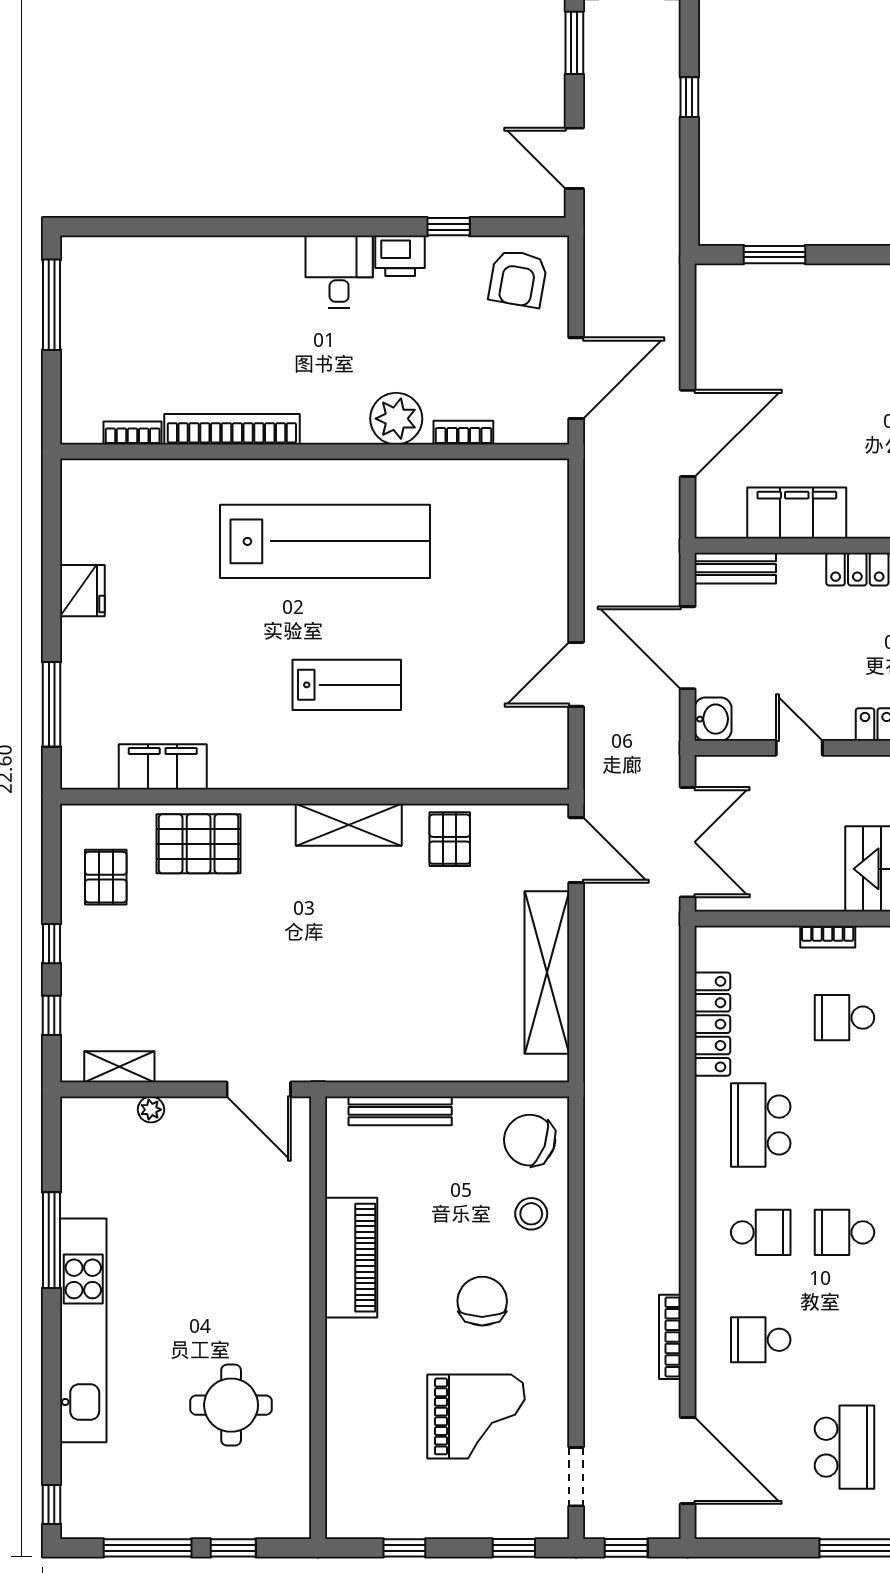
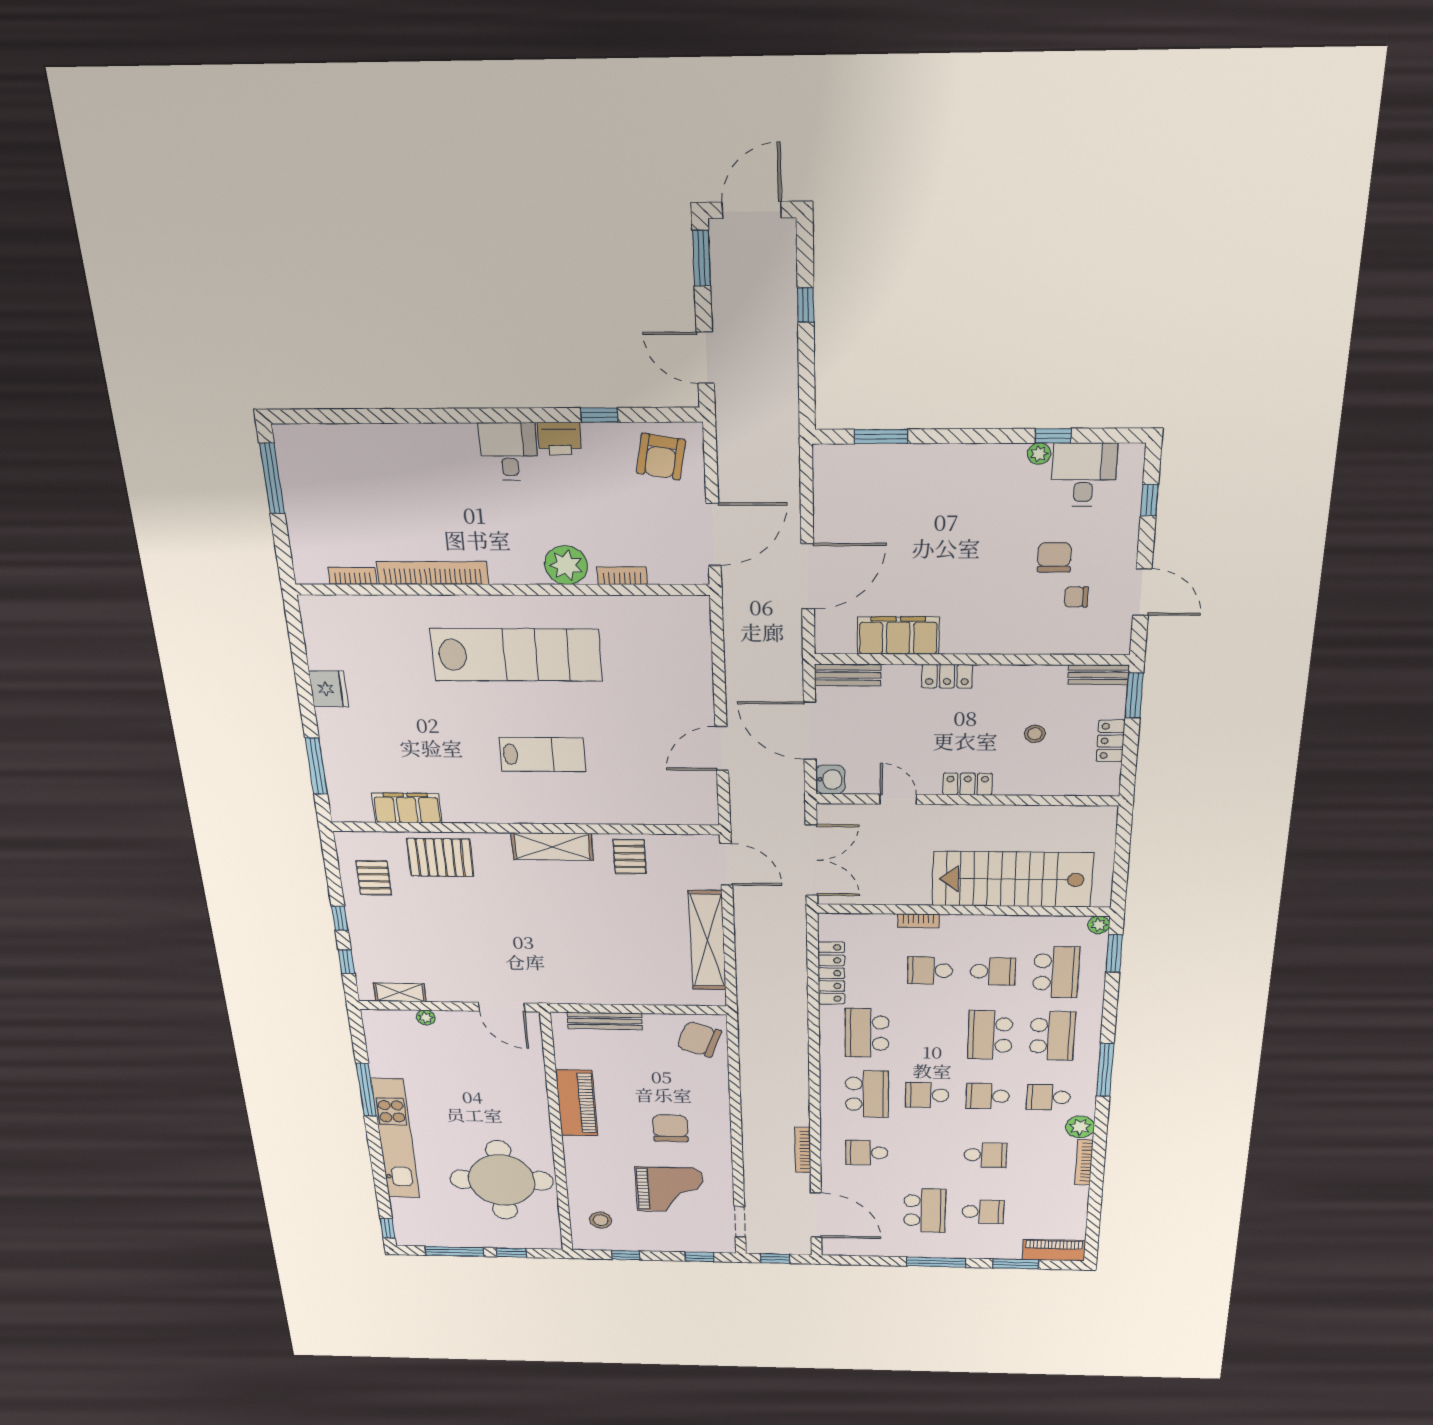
stool: (531, 1214) -> (601, 1220), moved
school desk: (761, 1232) -> (867, 1094), width x1.85
round table: (231, 1405) -> (502, 1180), width x1.86, depth x1.86

